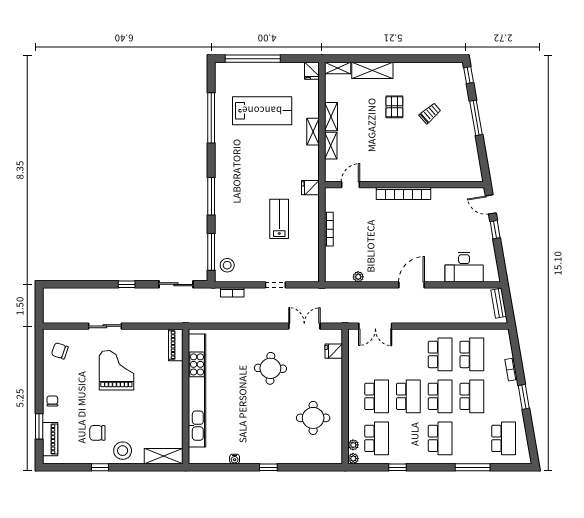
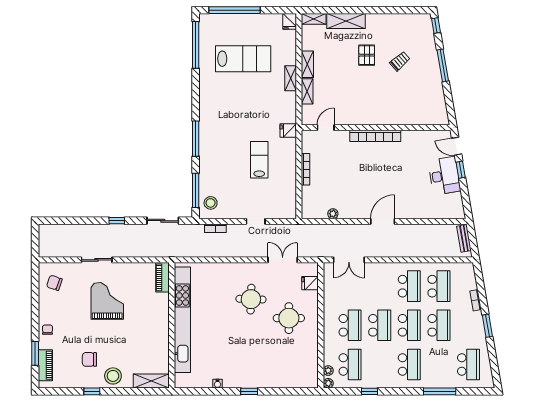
window: (211, 118) -> (196, 45), moved
desk: (464, 267) -> (444, 176), moved, turned -100
round table: (313, 418) -> (289, 318), moved

